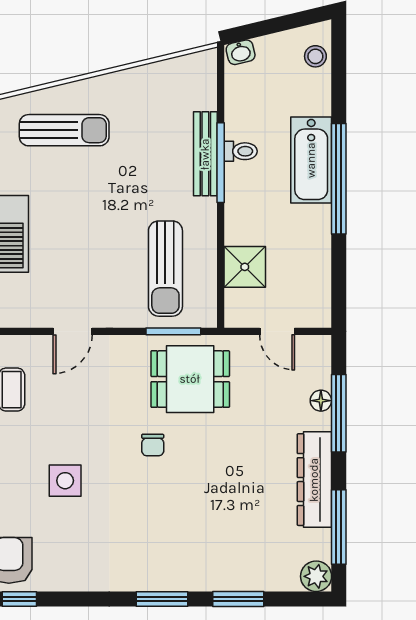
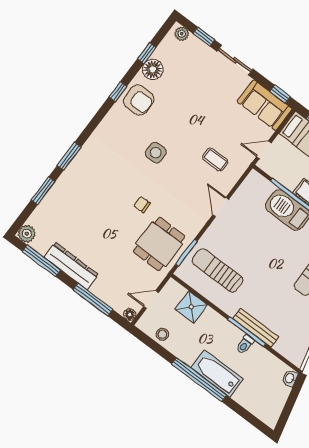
stool: (315, 56) -> (162, 334), moved
floor lamp: (321, 401) -> (130, 315), moved

